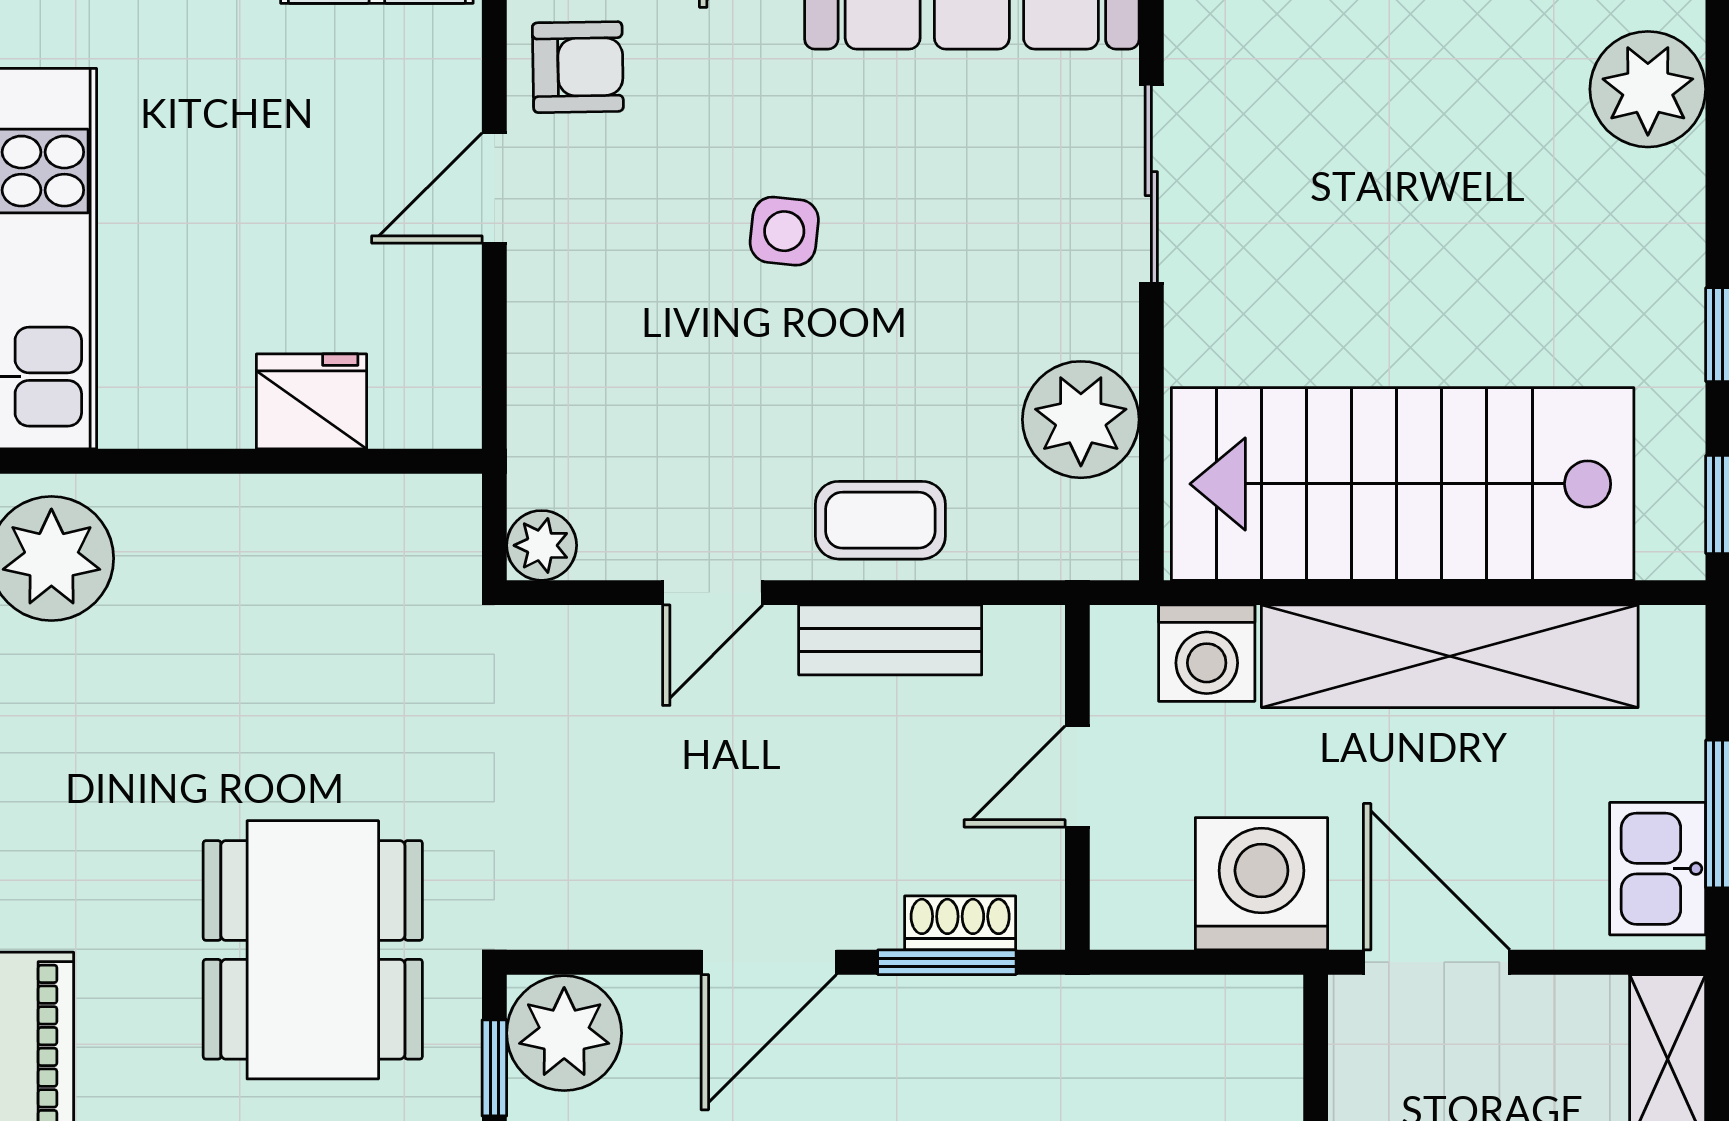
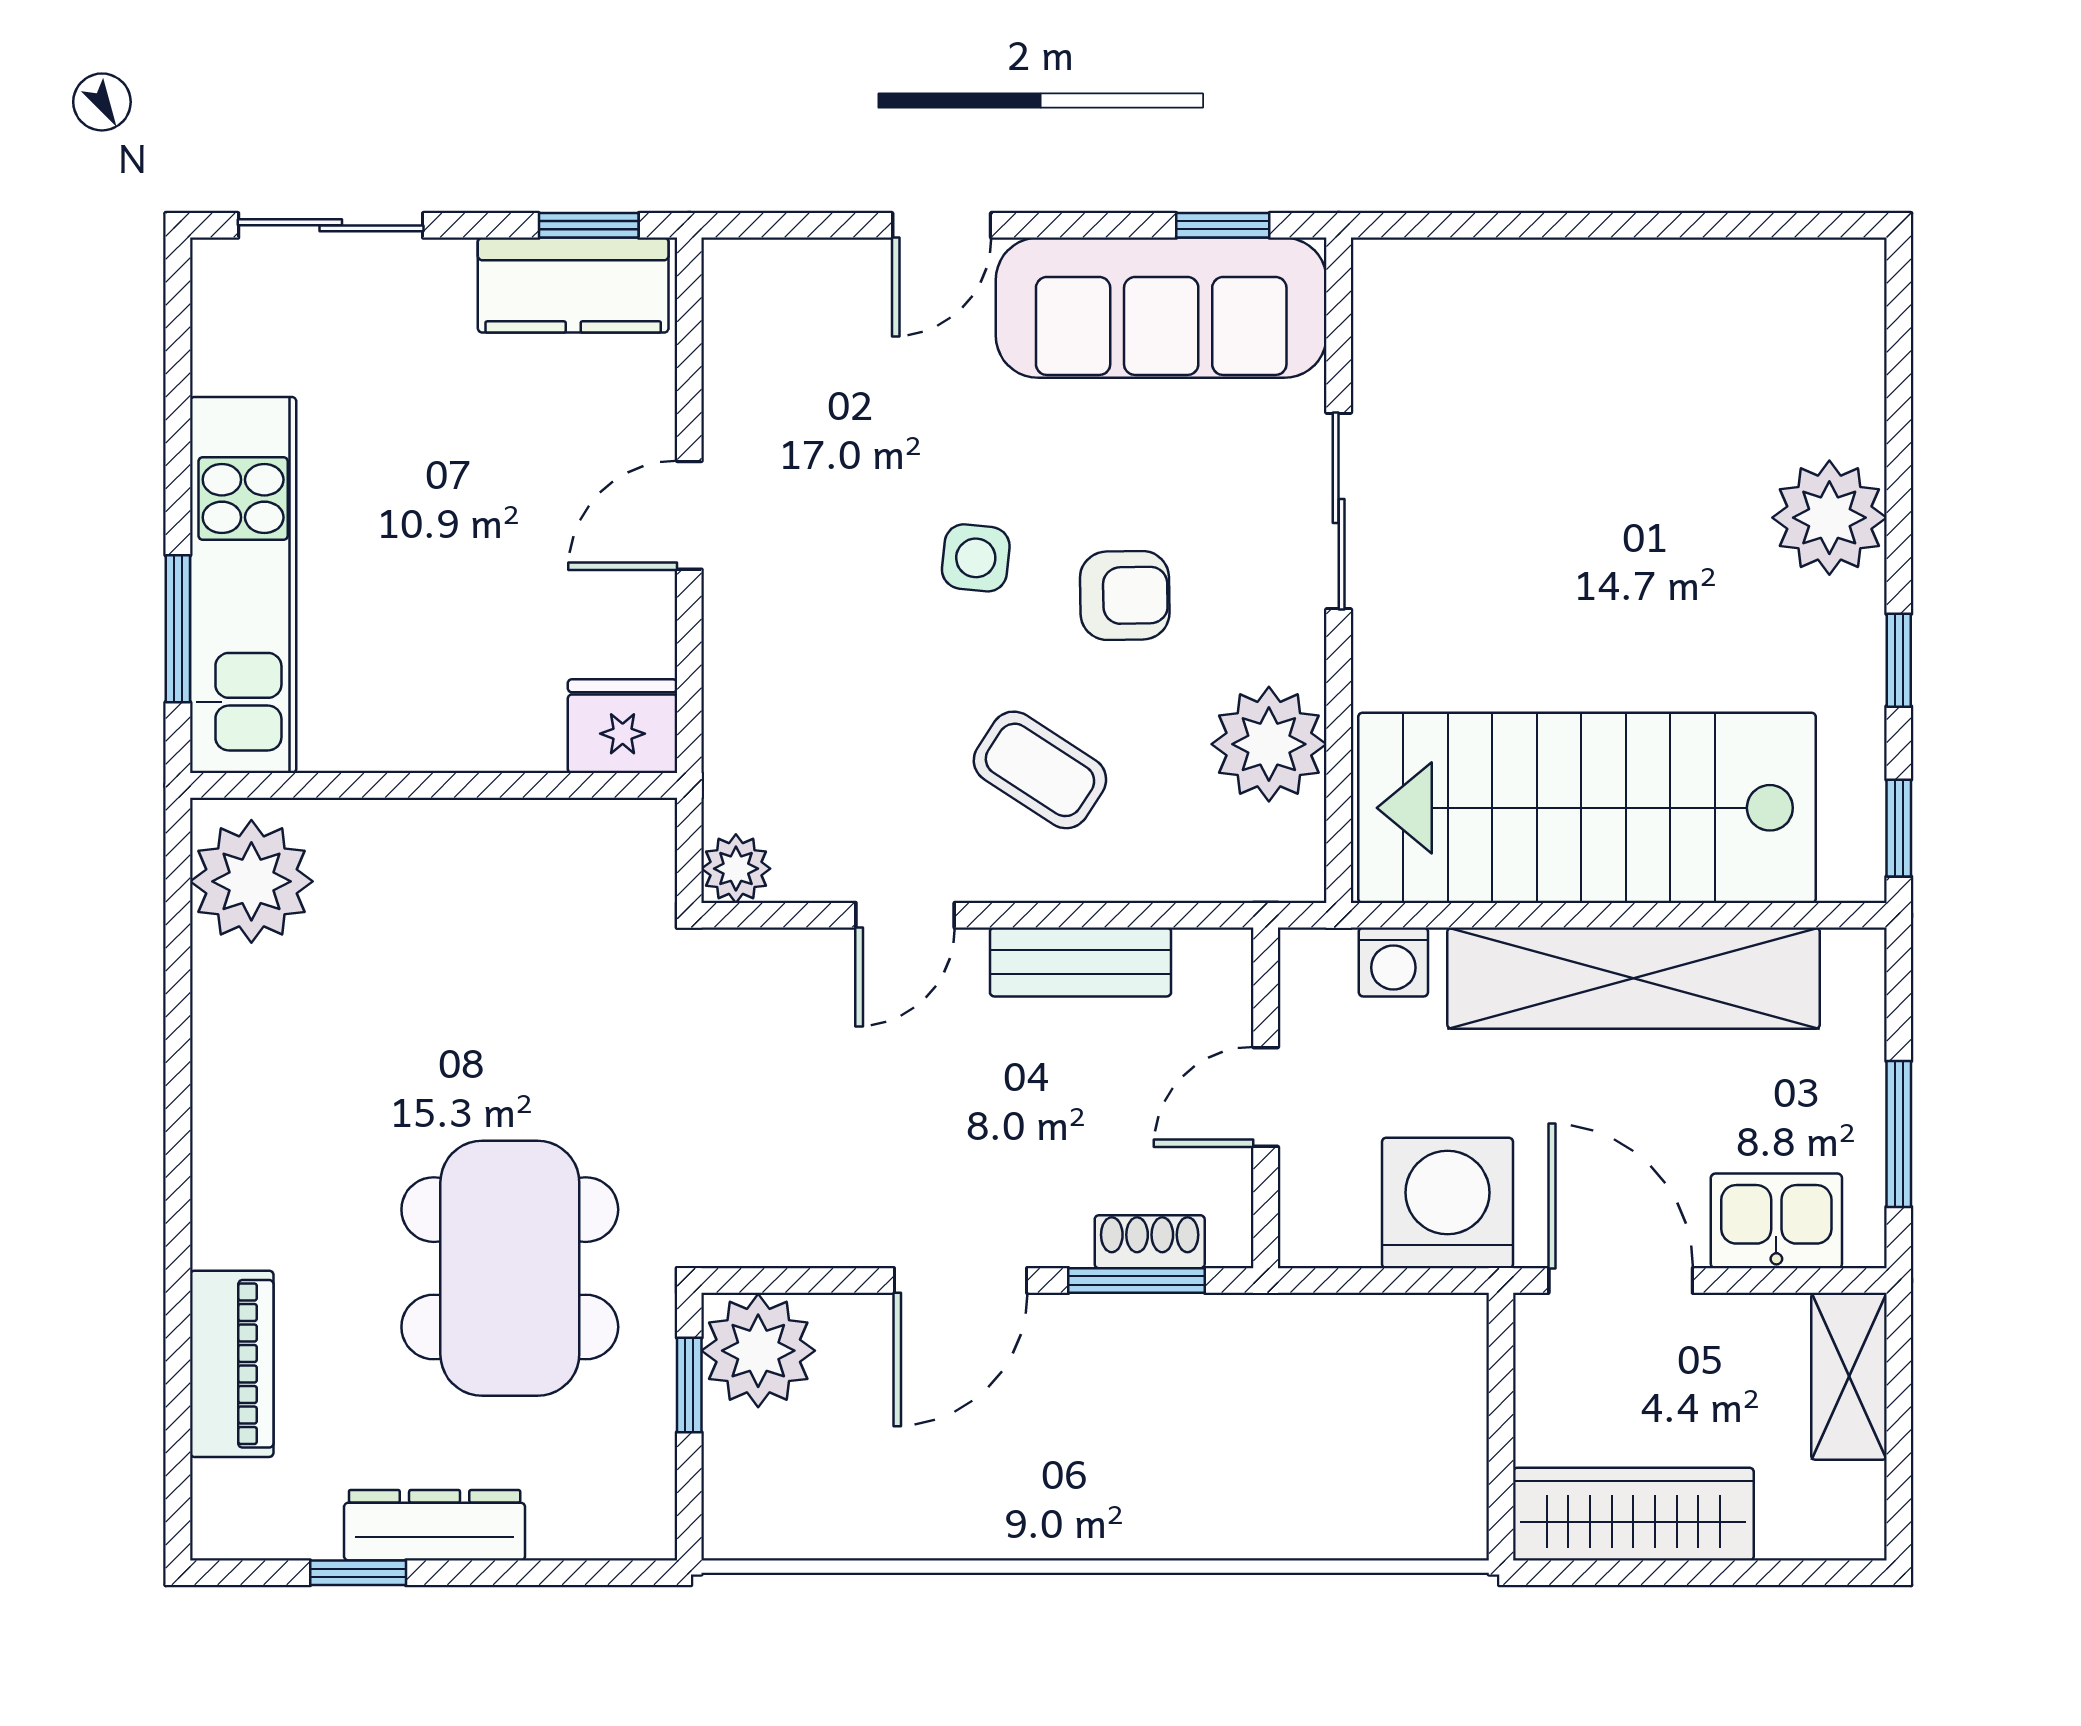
armchair: (578, 67) -> (1125, 595), moved
plant: (1648, 89) -> (1829, 518), moved
fridge: (311, 401) -> (623, 726), moved
coffee table: (880, 520) -> (1040, 770), moved, turned 33
washing machine: (1207, 653) -> (1393, 962), width x0.73, depth x0.73
kitchen sink: (1658, 869) -> (1776, 1221), moved, turned 90

